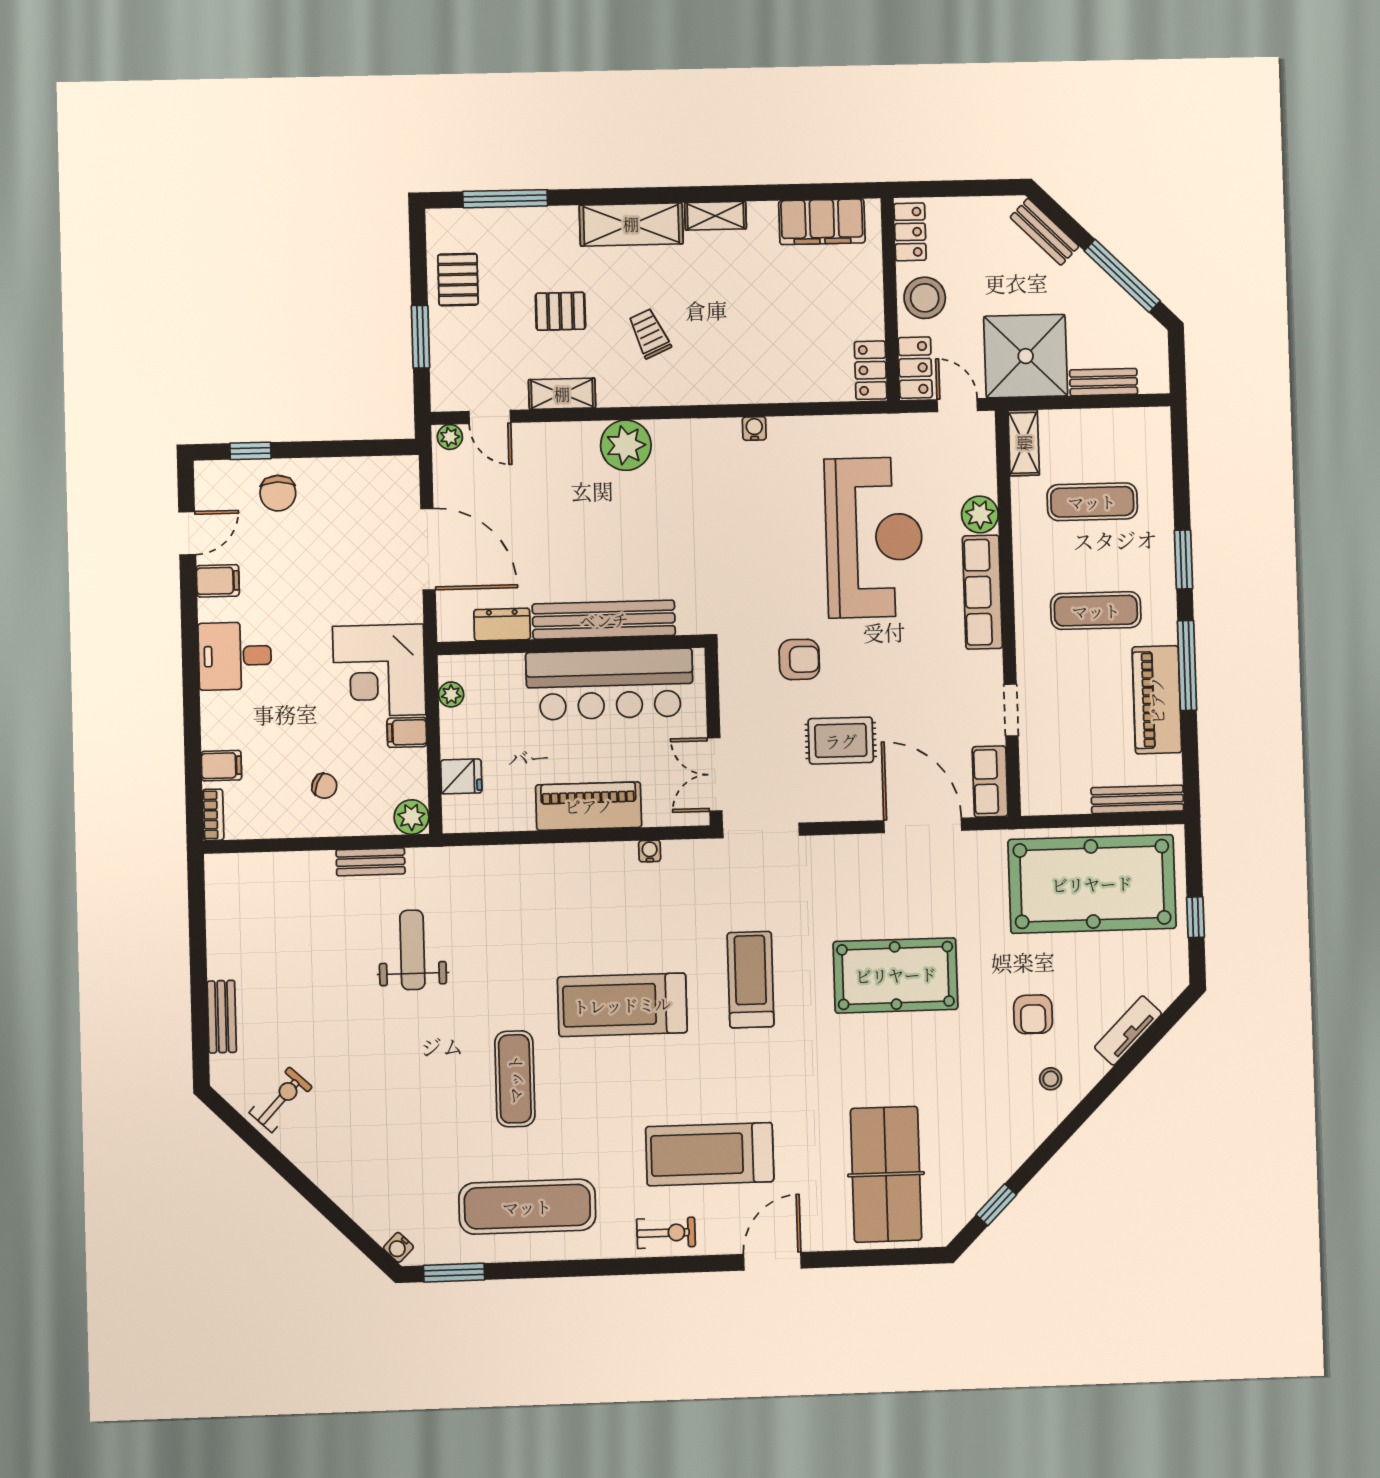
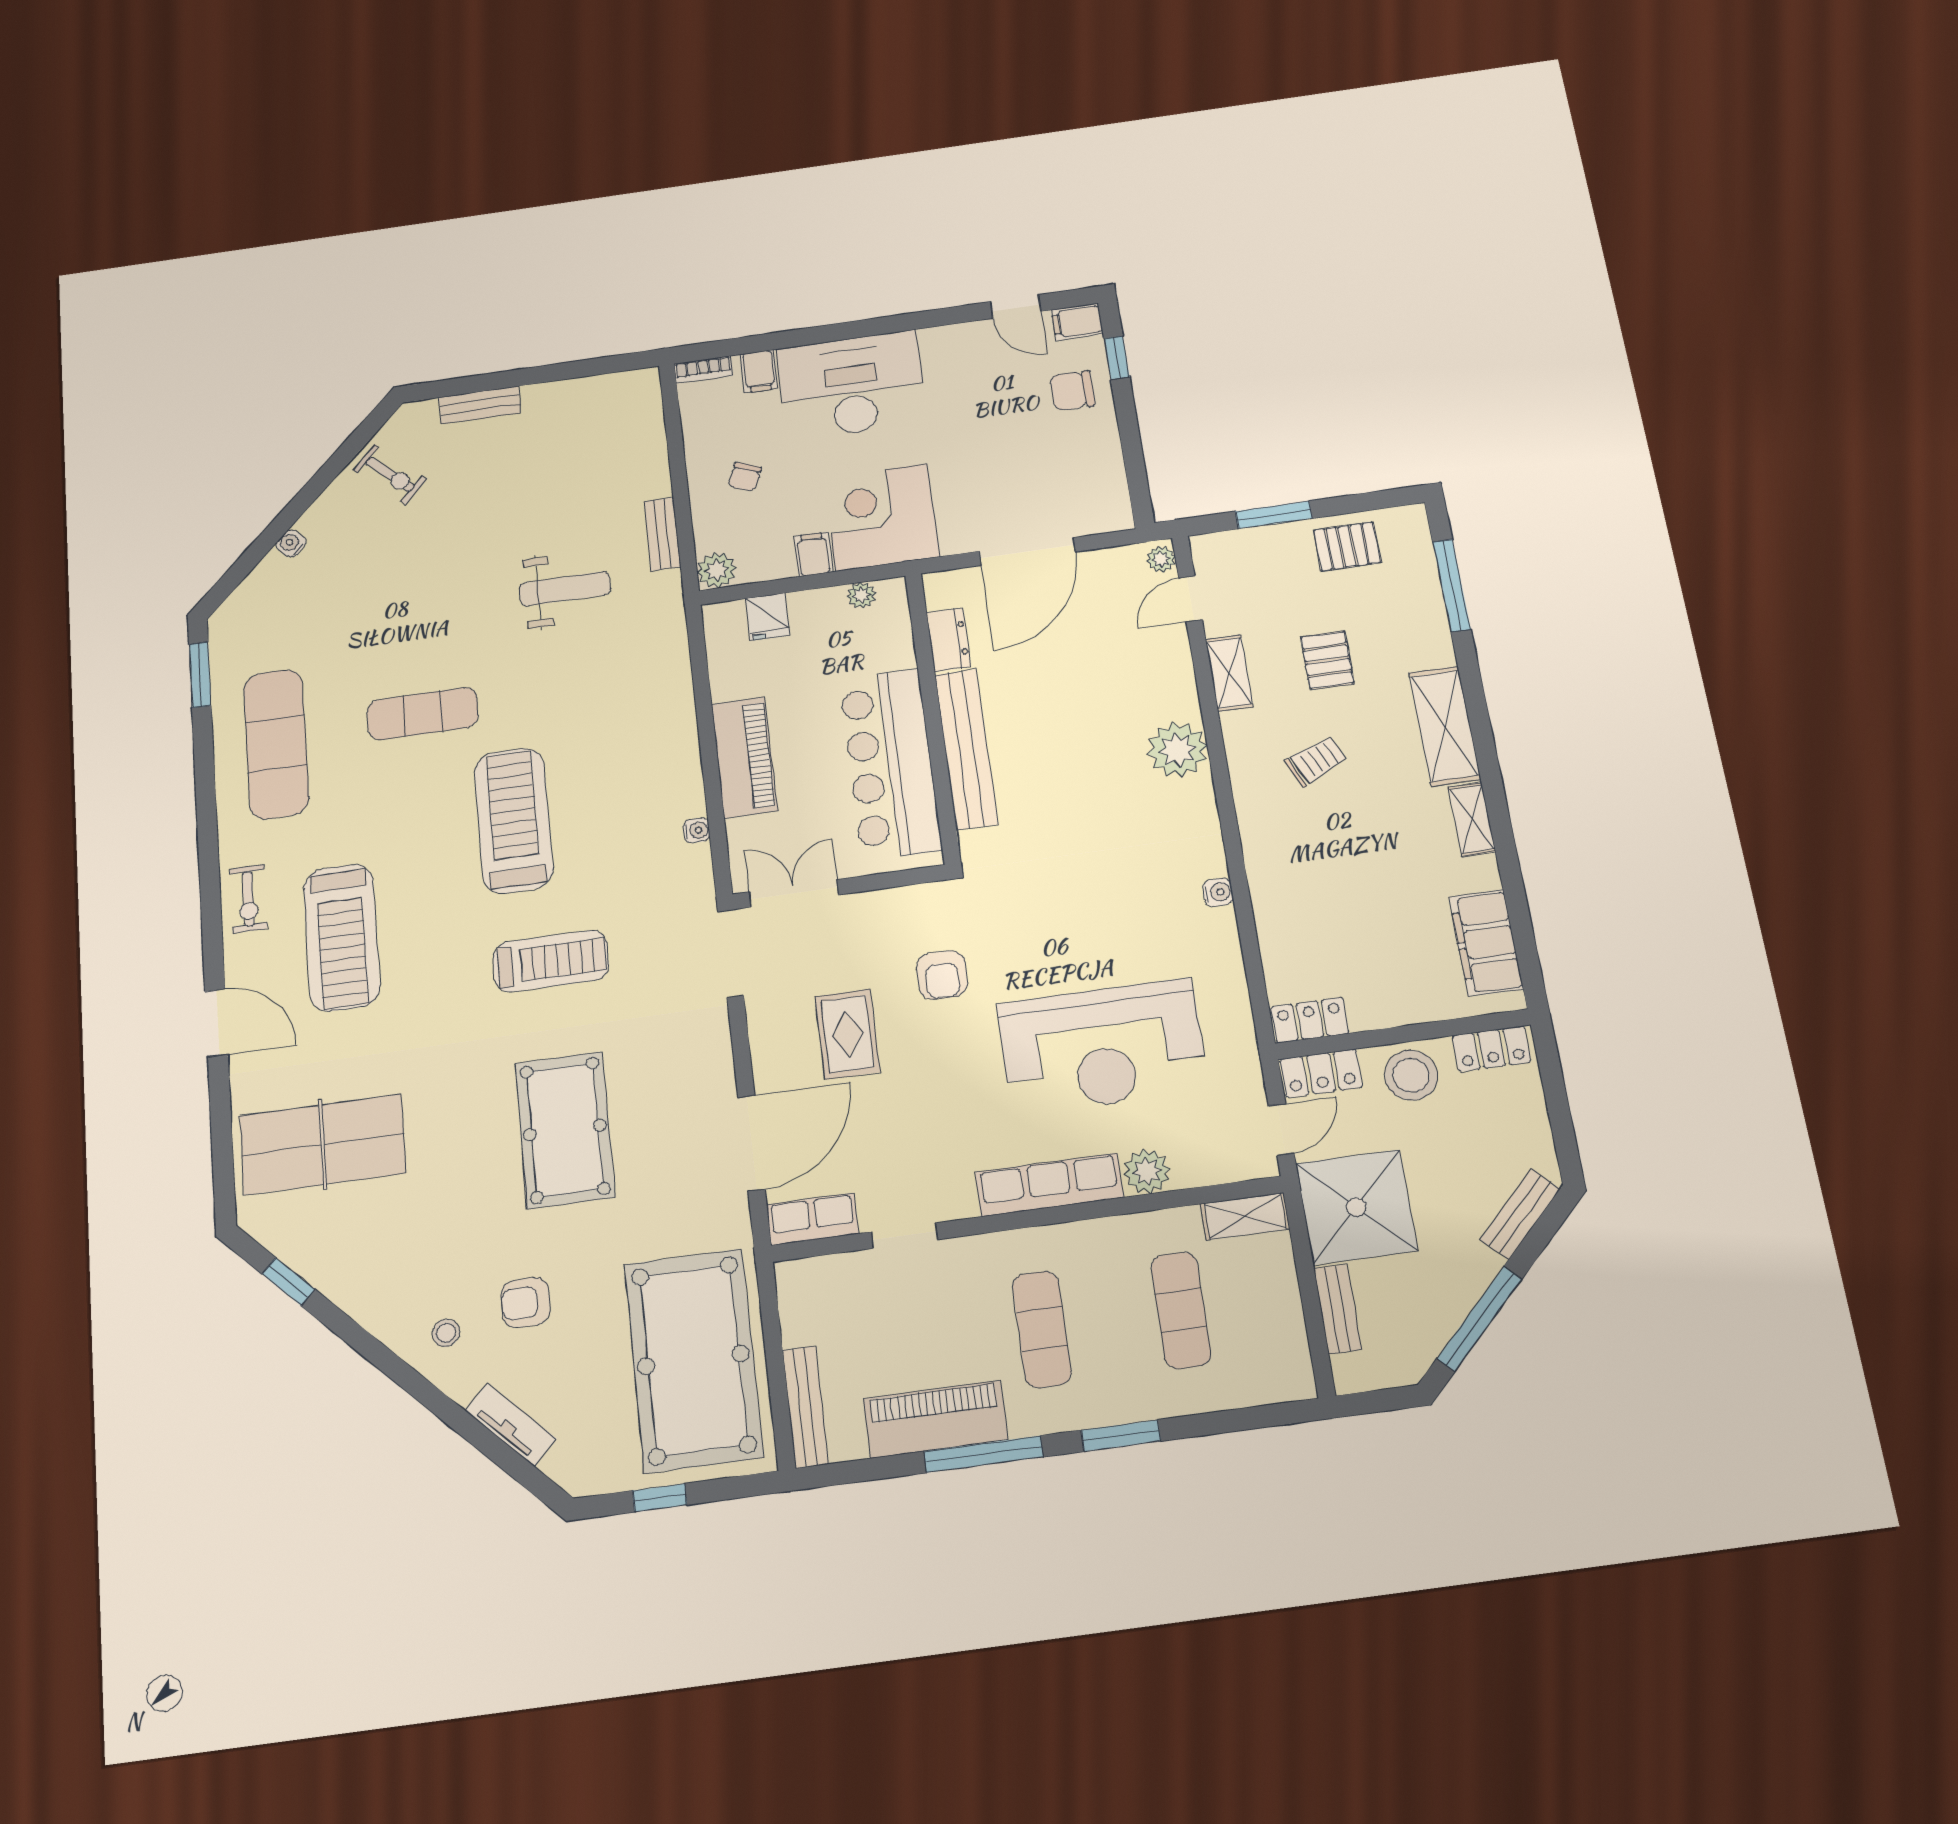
filing cabinet: (218, 581) -> (1077, 322), moved, turned 90
desk: (235, 656) -> (852, 385), width x1.87, depth x1.30
treadmill: (710, 1154) -> (342, 937), turned 180
water cooler: (398, 1247) -> (291, 543), moved

